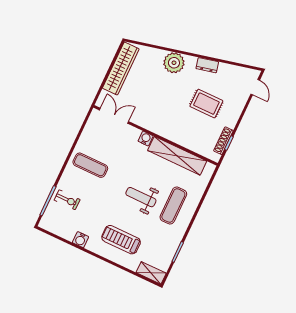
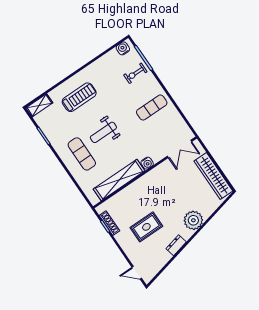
weight bench: (141, 197) -> (103, 132), turned 180
water cooler: (81, 240) -> (123, 48), moved

